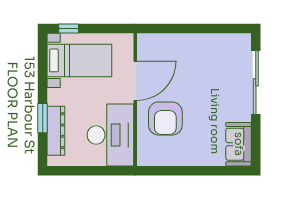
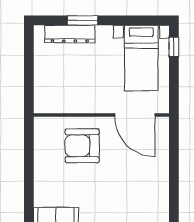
door: (135, 81) -> (135, 115), moved
desk: (110, 135) -> (65, 90), removed

